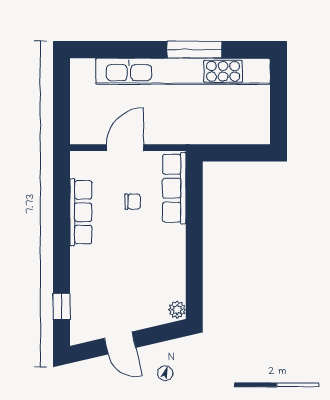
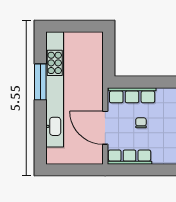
door: (125, 148) -> (105, 128), width x1.36
row of seats: (81, 212) -> (130, 157), moved

